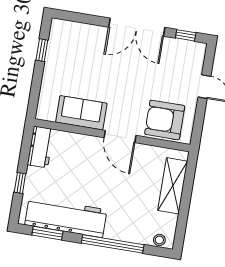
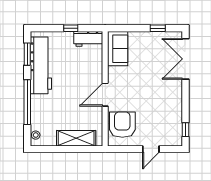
double door: (137, 27) -> (185, 59), moved
sofa: (81, 113) -> (118, 49), moved
window: (20, 183) -> (71, 28), moved

